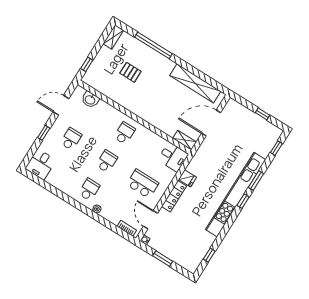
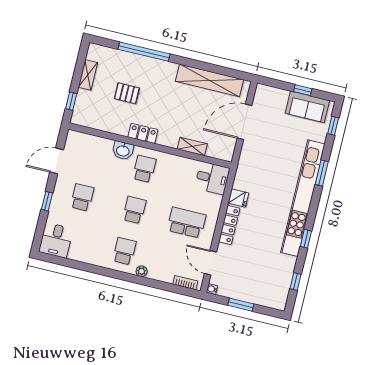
shelving: (113, 37) -> (88, 75), moved
washbasin: (90, 100) -> (123, 150), moved
locker: (132, 106) -> (143, 133), added
sofa: (262, 128) -> (307, 107), added
shelving: (185, 140) -> (192, 146), moved
window: (243, 201) -> (306, 239), moved

